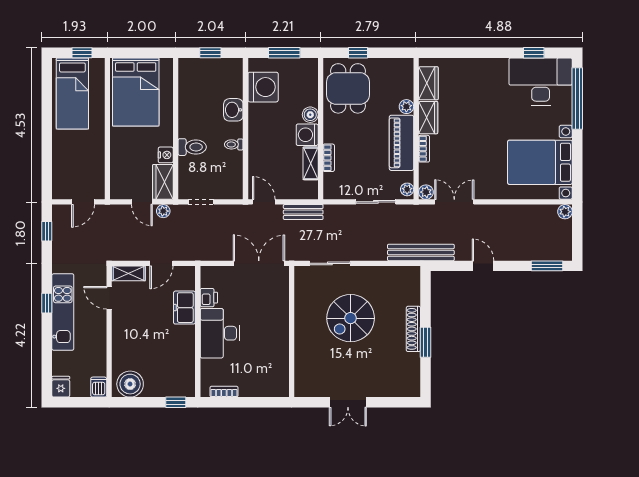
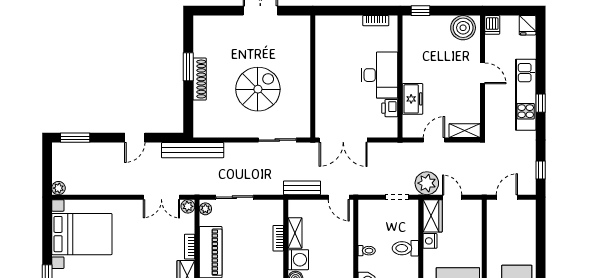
plant: (163, 211) -> (427, 183), width x1.88, depth x1.88
door: (483, 266) -> (135, 138), hinge flipped
door: (109, 298) -> (483, 73), moved

